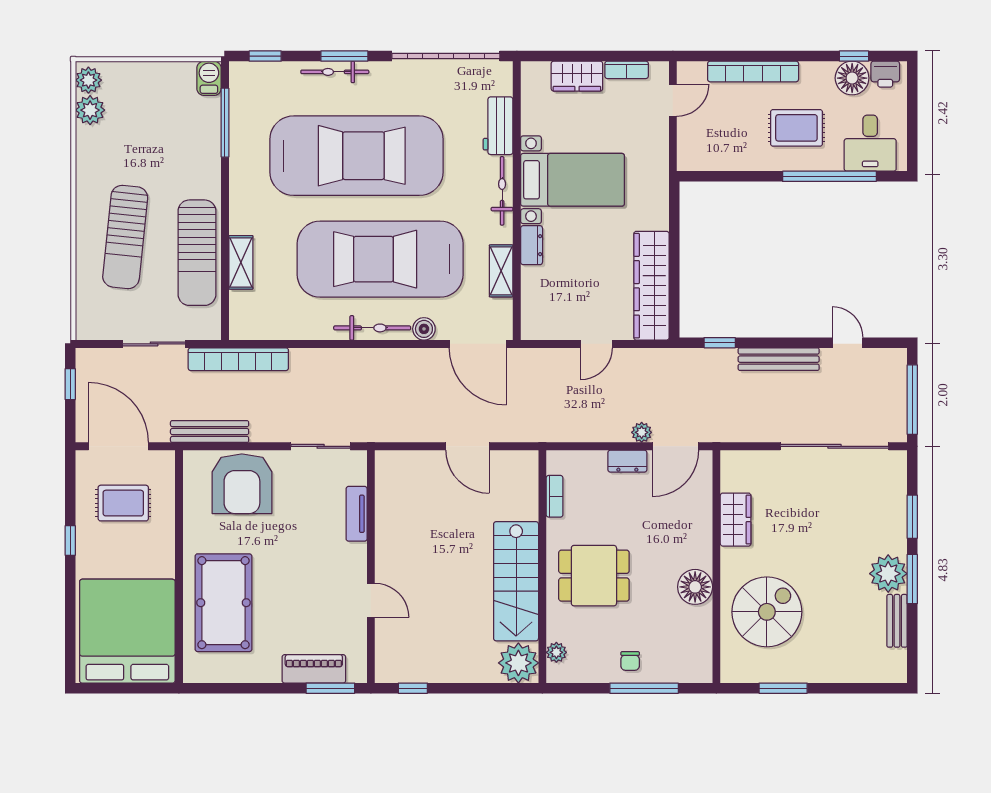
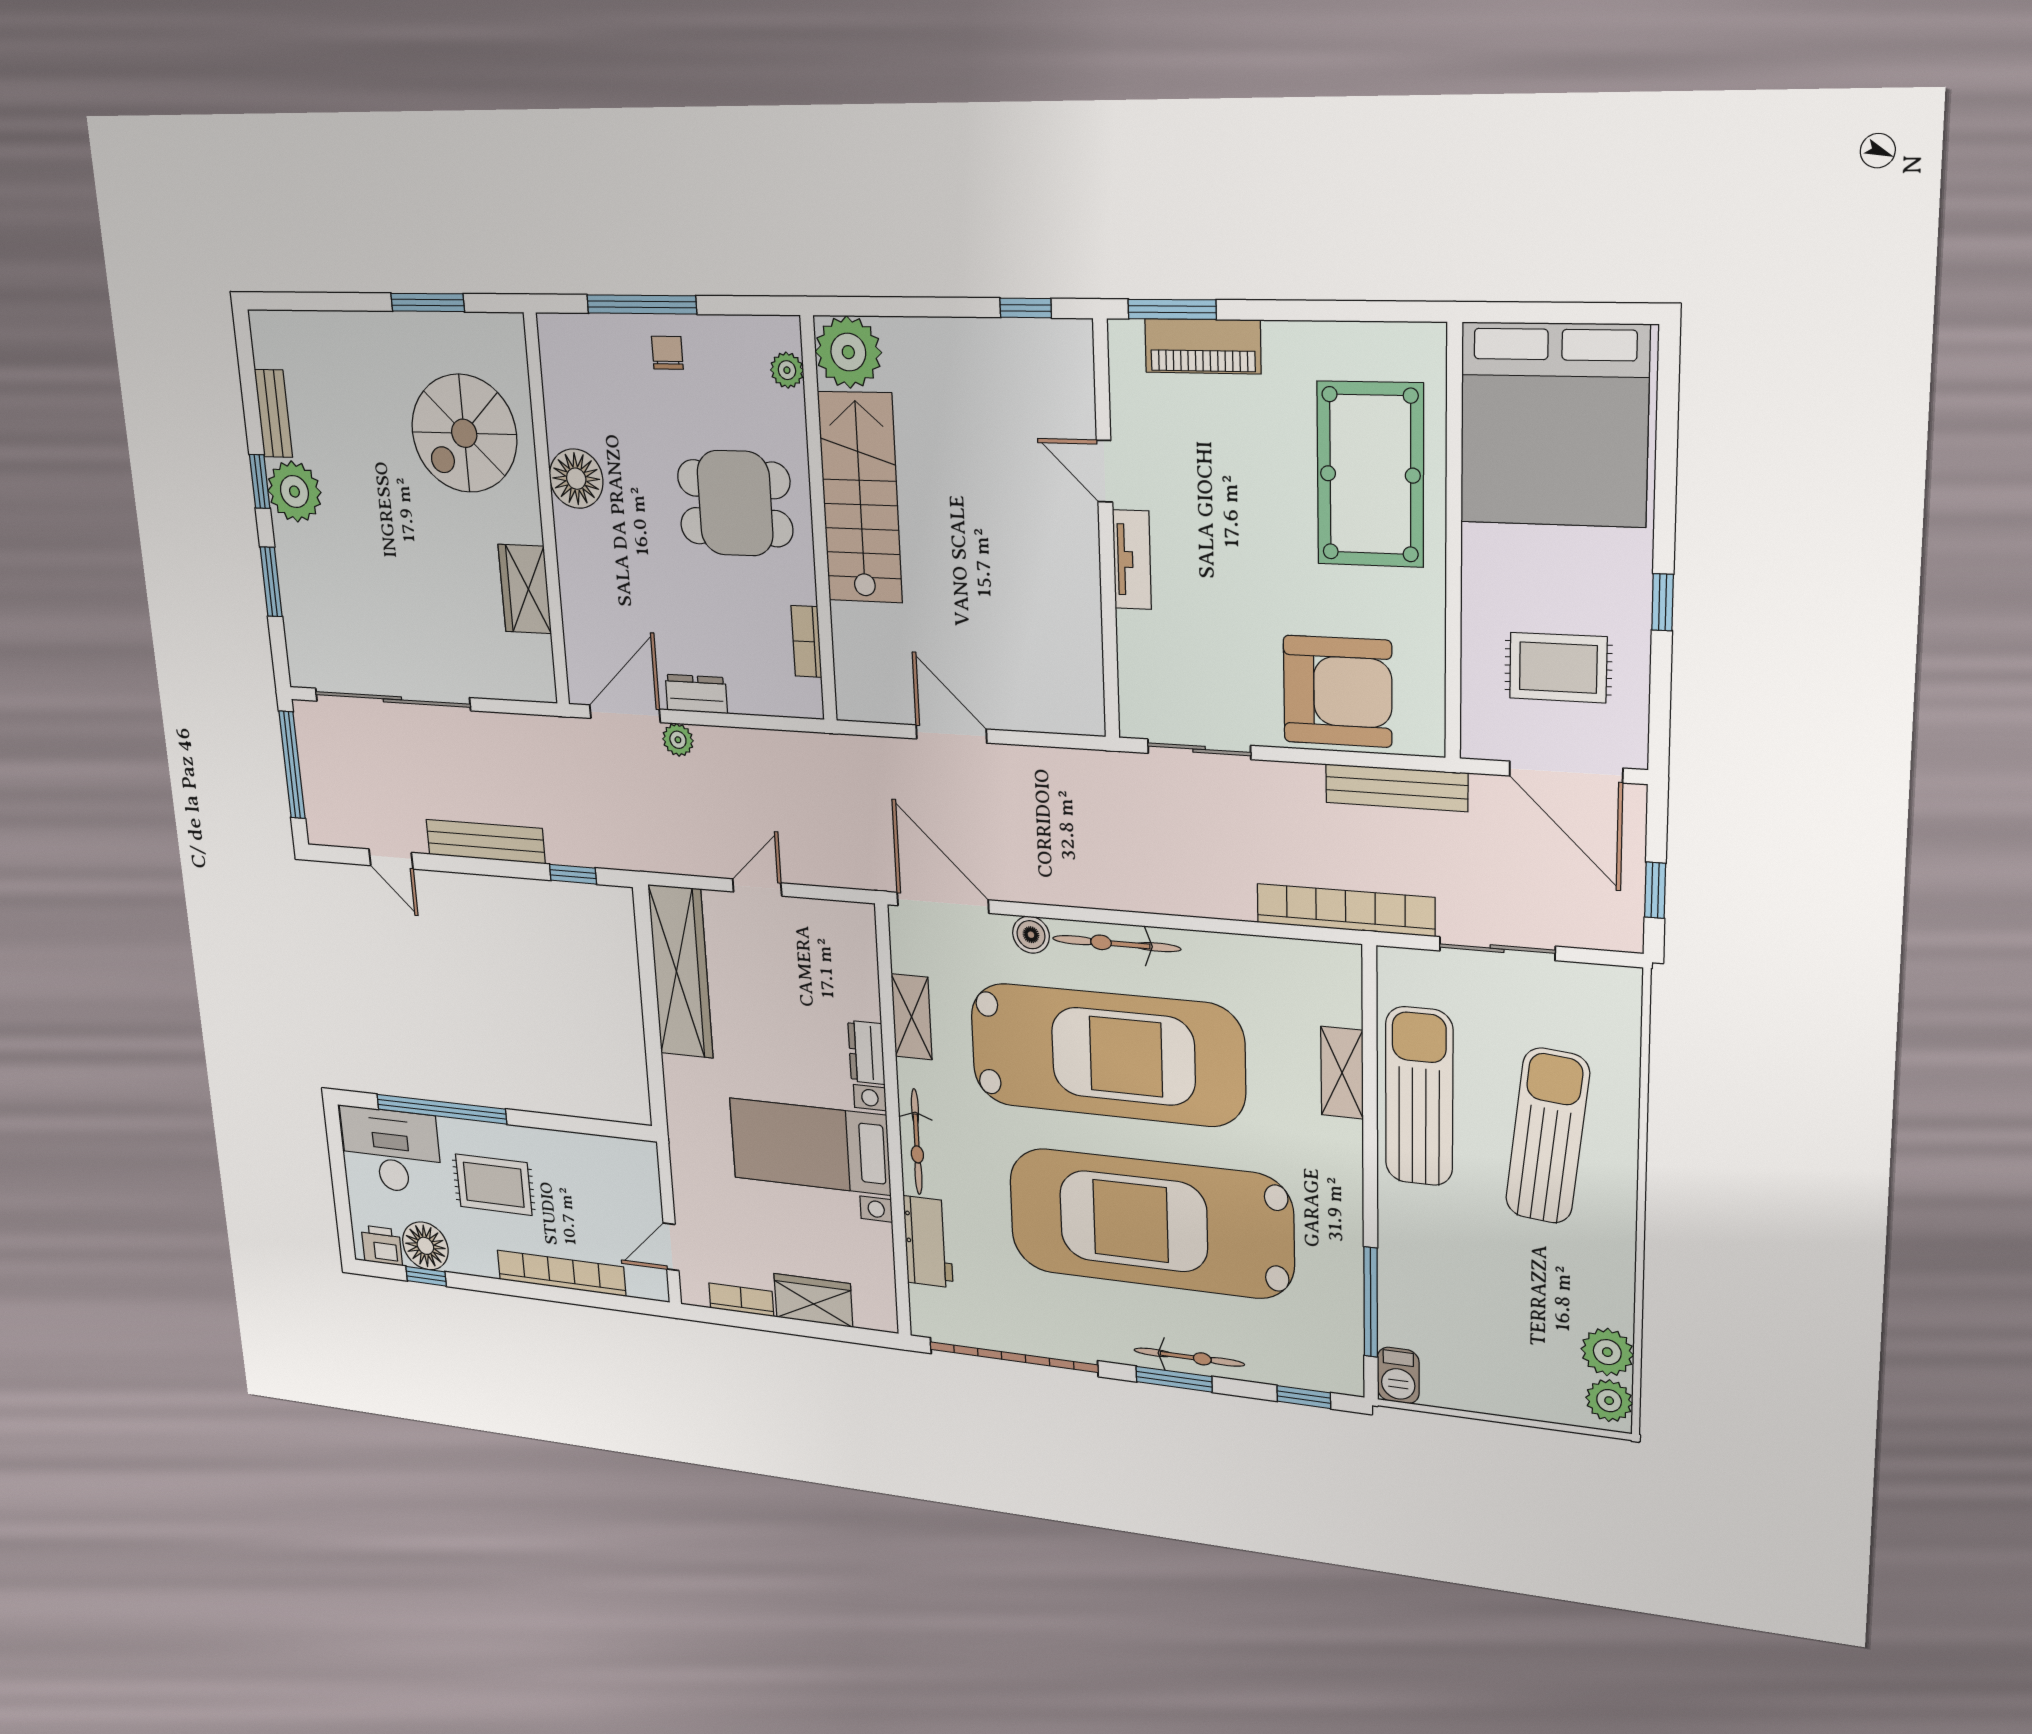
desk: (870, 143) -> (391, 1150), width x1.37
armchair: (242, 484) -> (1338, 691), turned 90
tv unit: (357, 514) -> (1132, 560), moved
window: (912, 579) -> (260, 481), width x0.67

